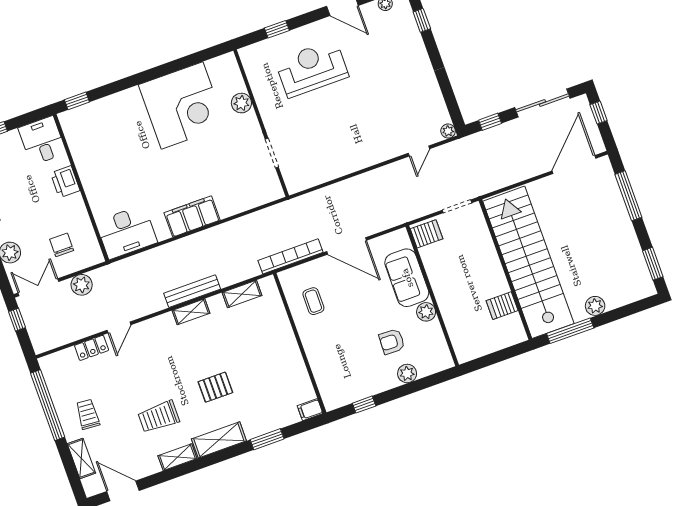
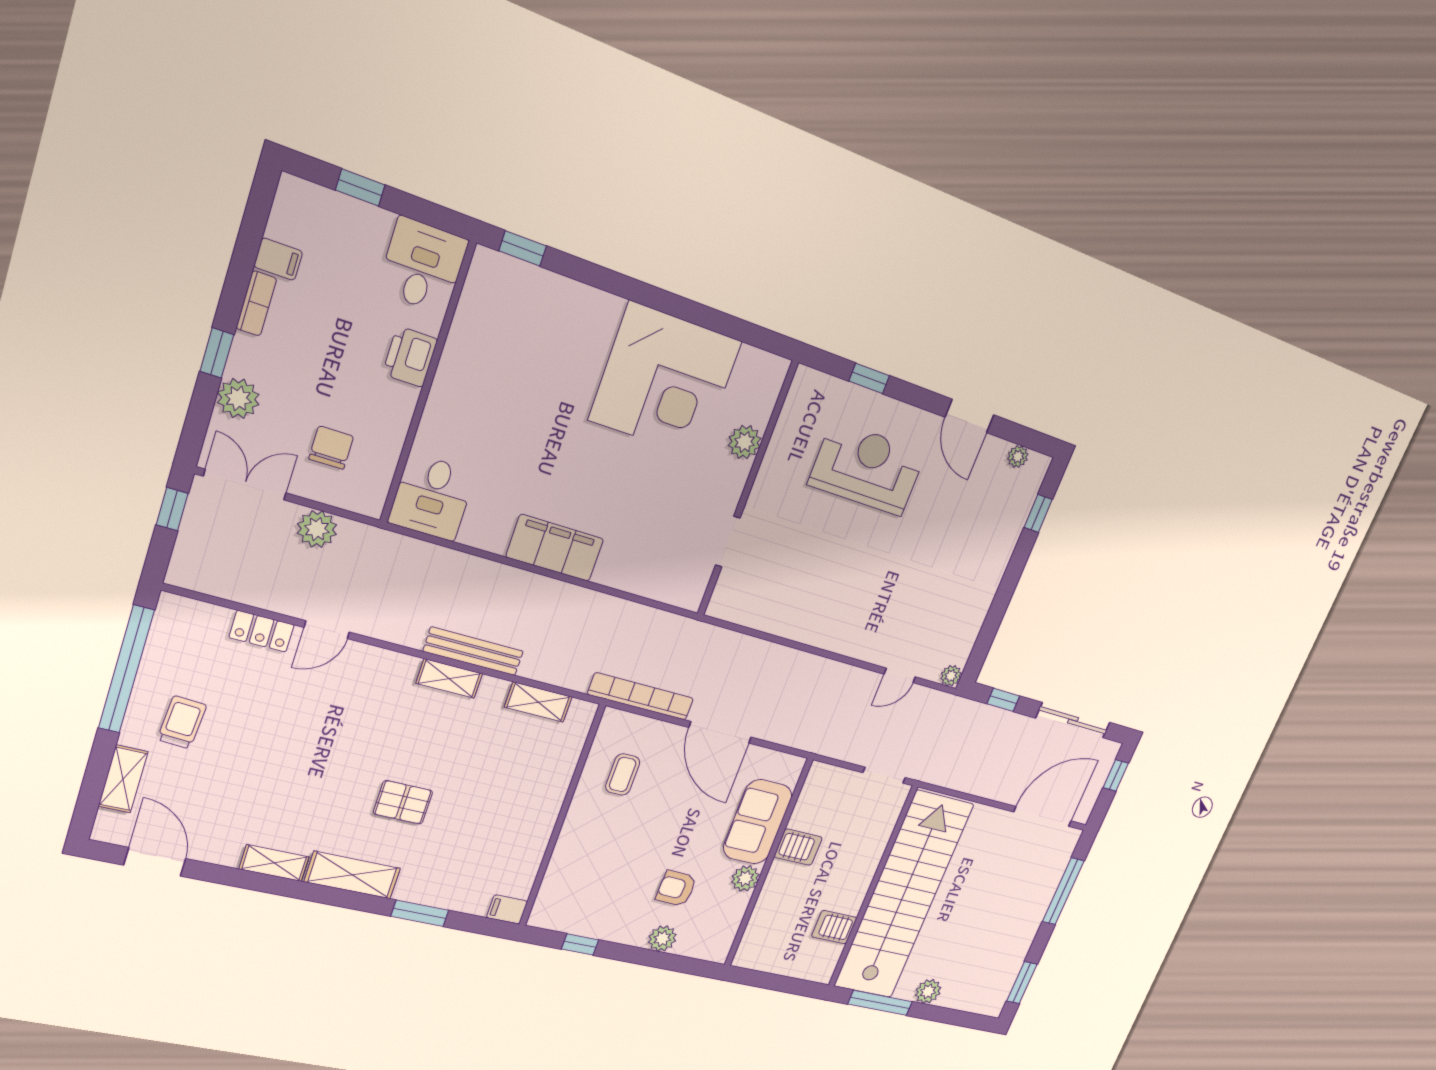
desk: (126, 232) -> (432, 497), width x0.73
server rack: (426, 234) -> (798, 847), moved
trolley: (159, 417) -> (289, 792), removed

